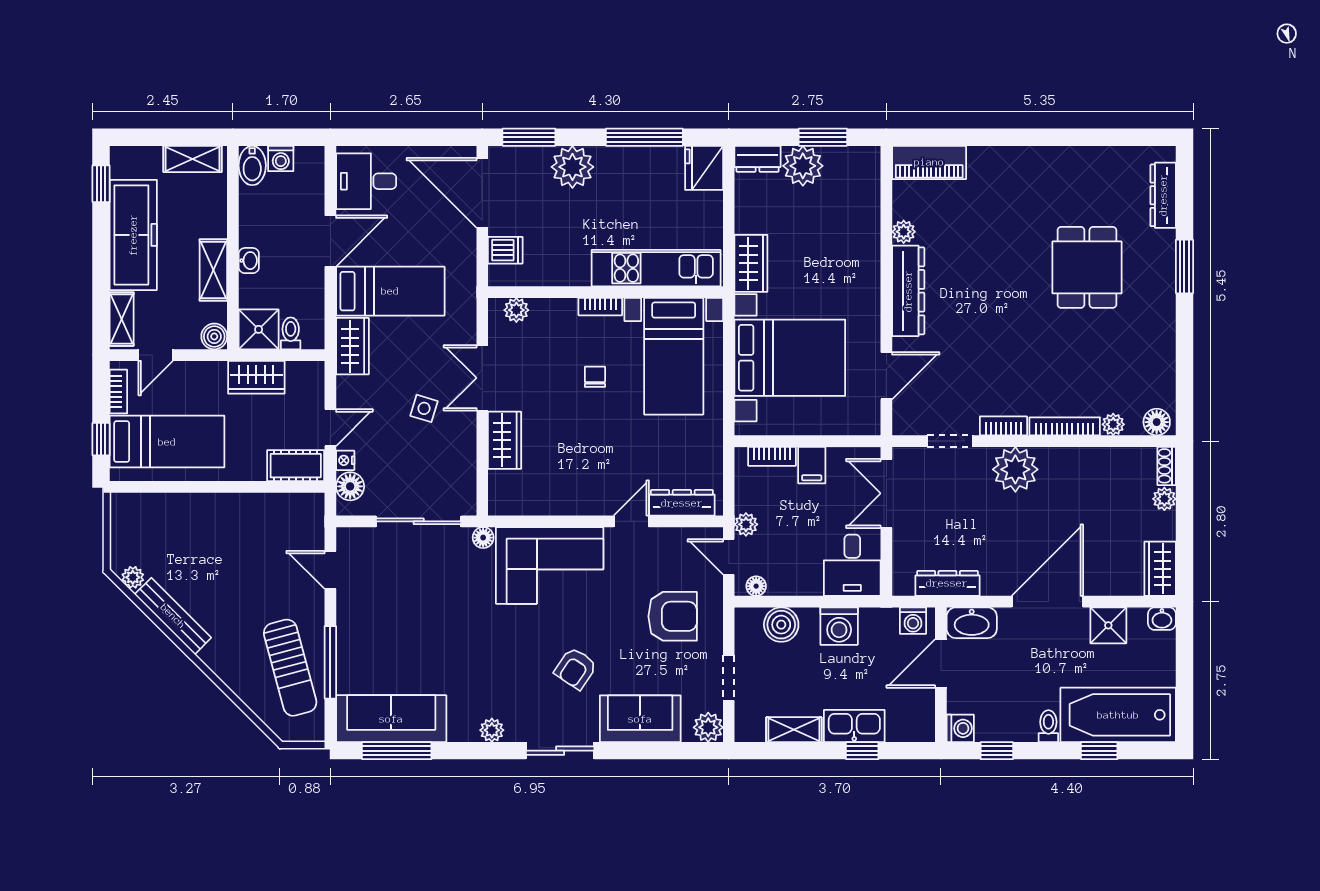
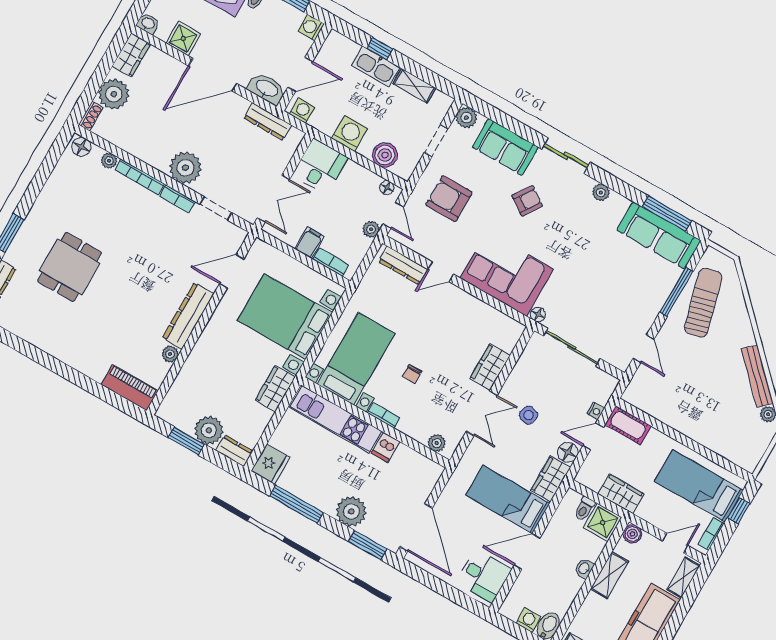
dishwasher: (505, 250) -> (385, 447), moved, turned -90
floor lamp: (350, 486) -> (568, 452), moved
plant: (1164, 499) -> (114, 94), width x1.87, depth x1.87

